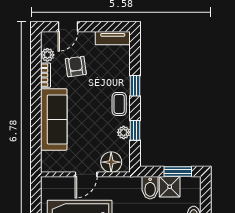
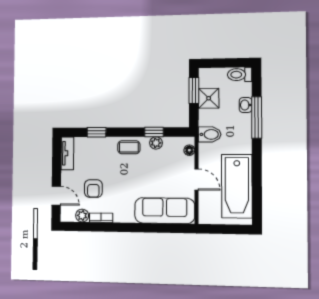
armchair: (76, 67) -> (93, 189), turned -82
window: (135, 86) -> (97, 132), moved
sofa: (54, 119) -> (165, 211), moved
floor lamp: (111, 162) -> (189, 150), width x0.53, depth x0.53
bidet: (150, 188) -> (210, 134), moved

